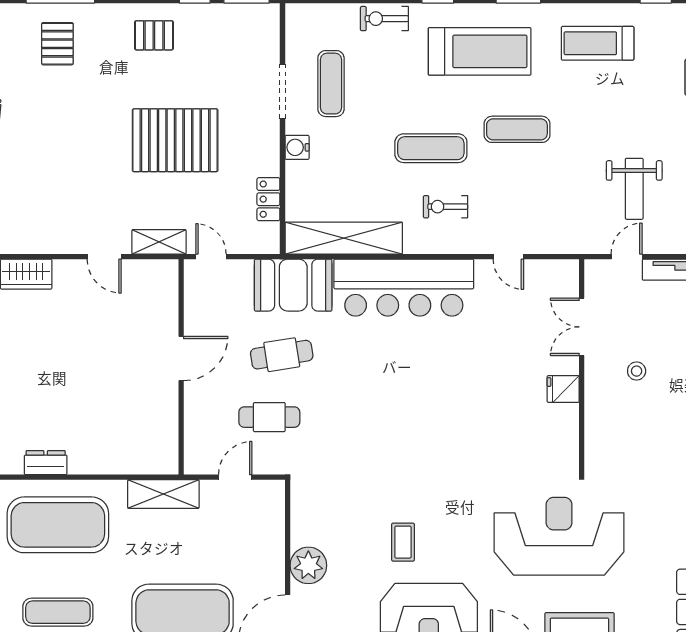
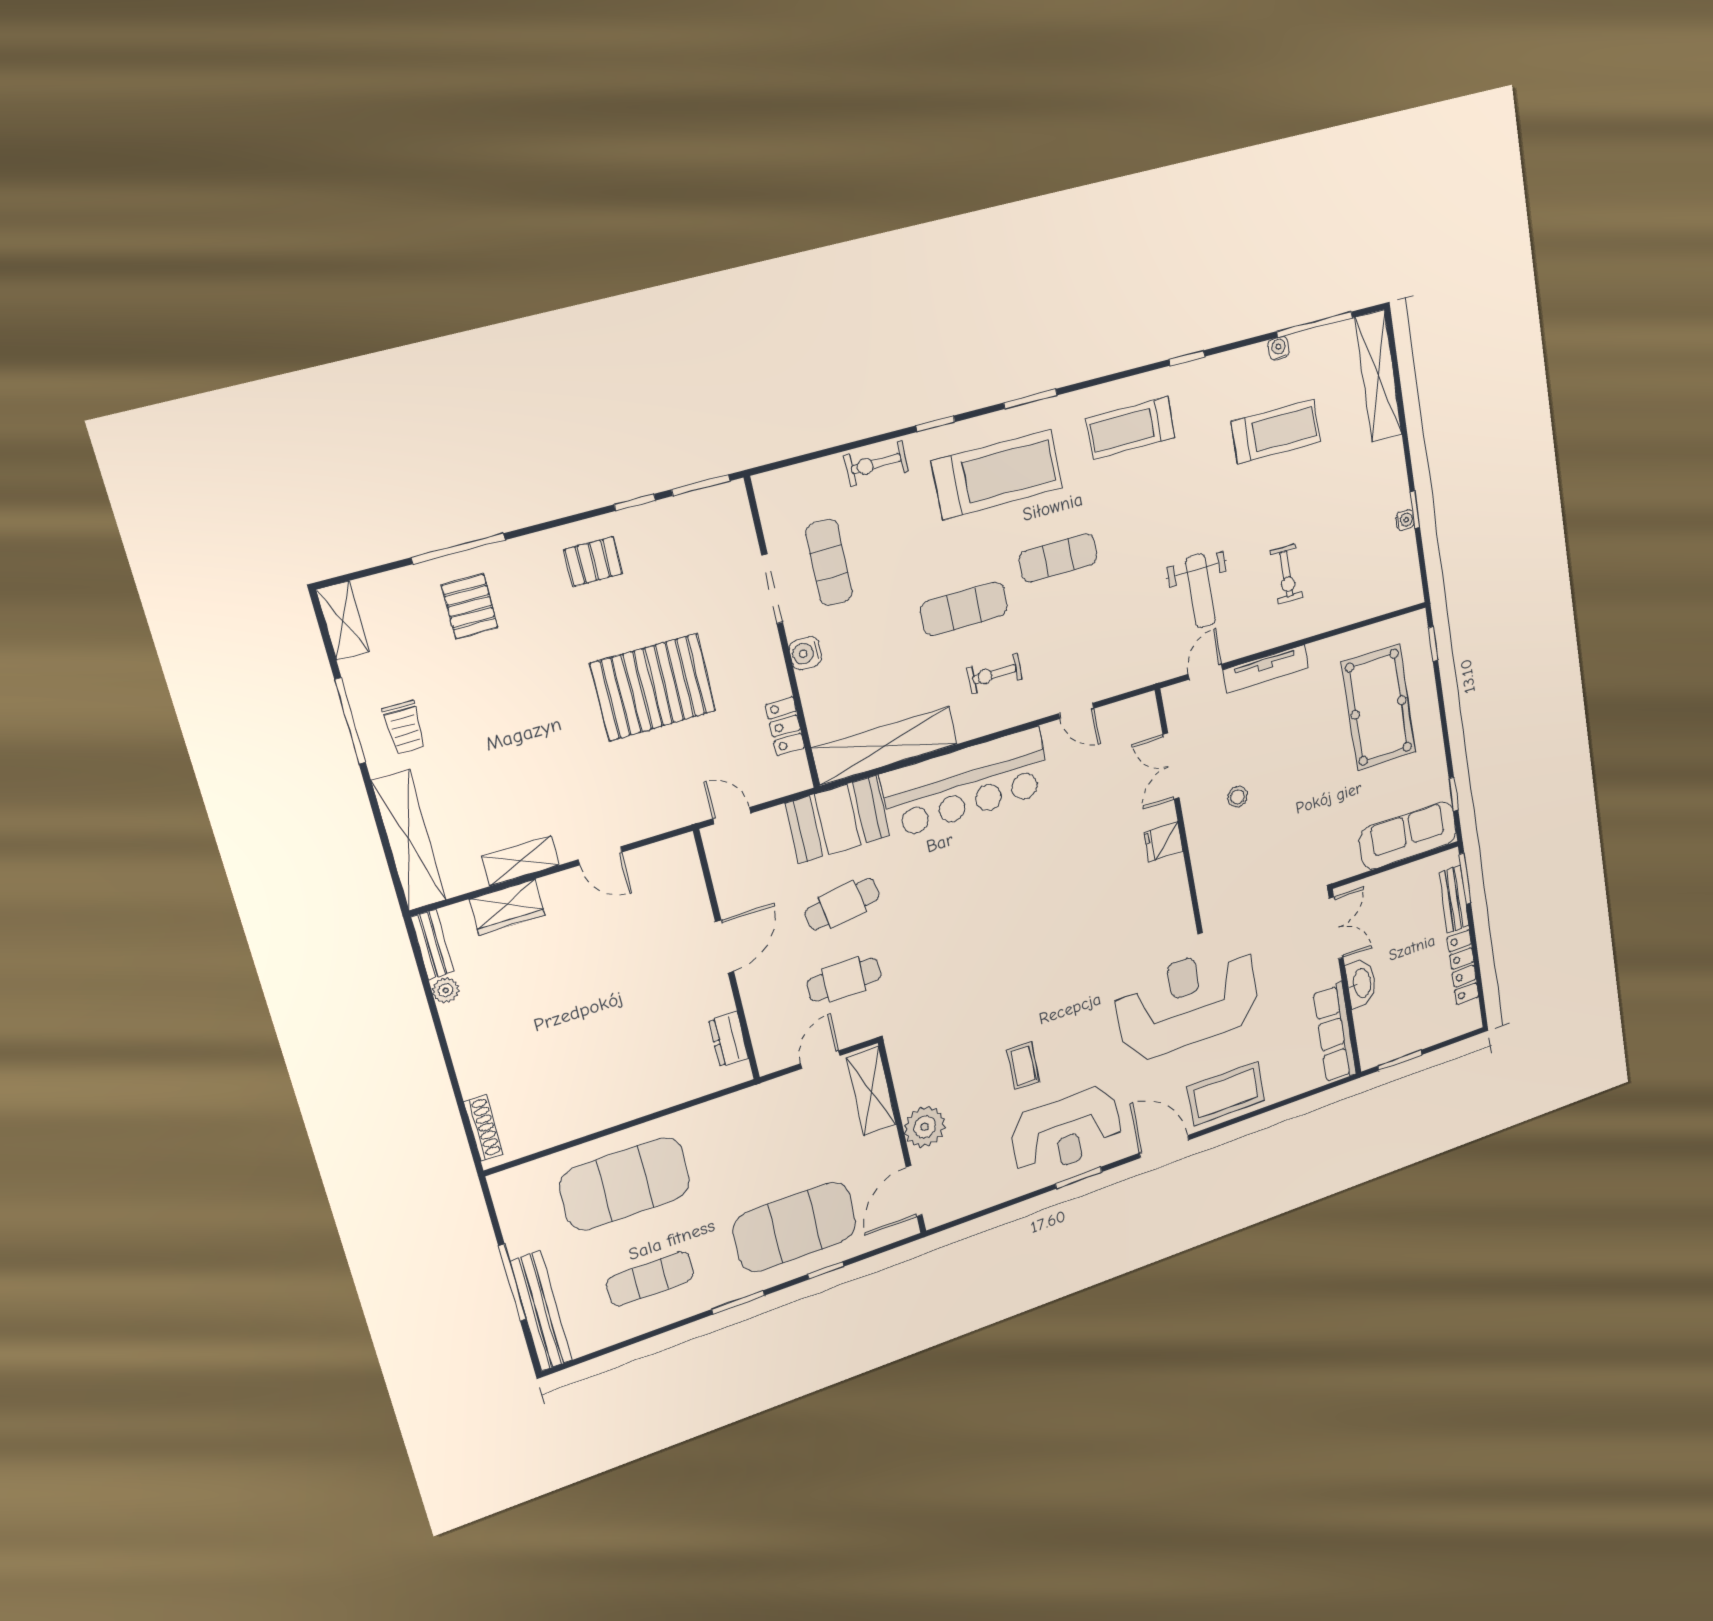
shelving: (159, 242) -> (521, 861), moved
dresser: (46, 463) -> (729, 1039), moved, turned -90
shelving: (163, 494) -> (871, 1091), moved, turned 90

